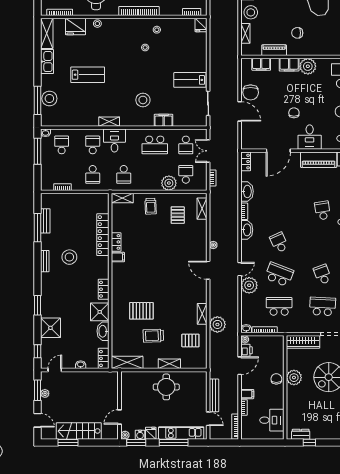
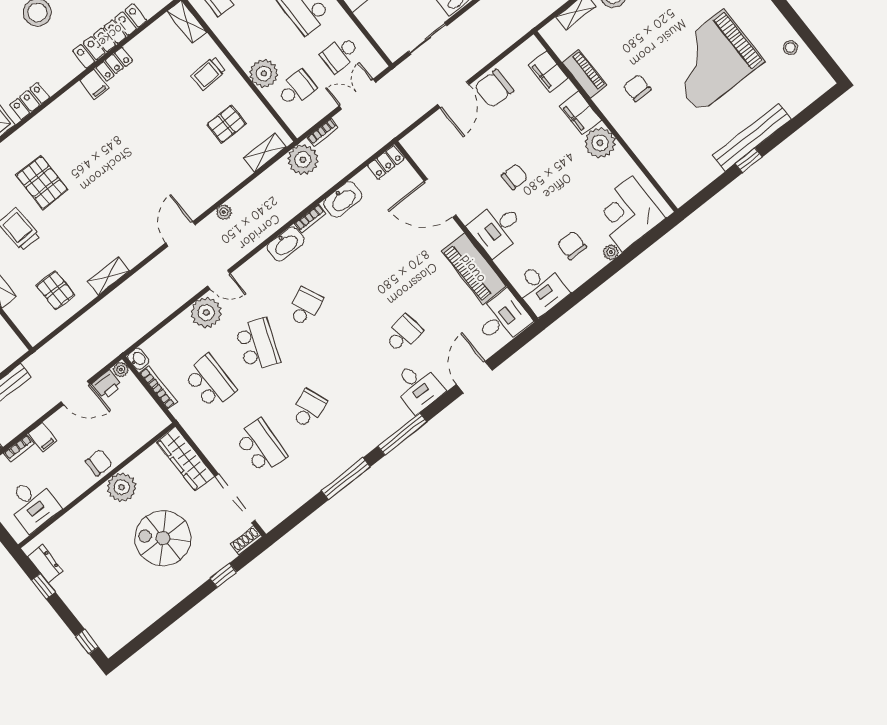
plant: (217, 324) -> (303, 160), moved

